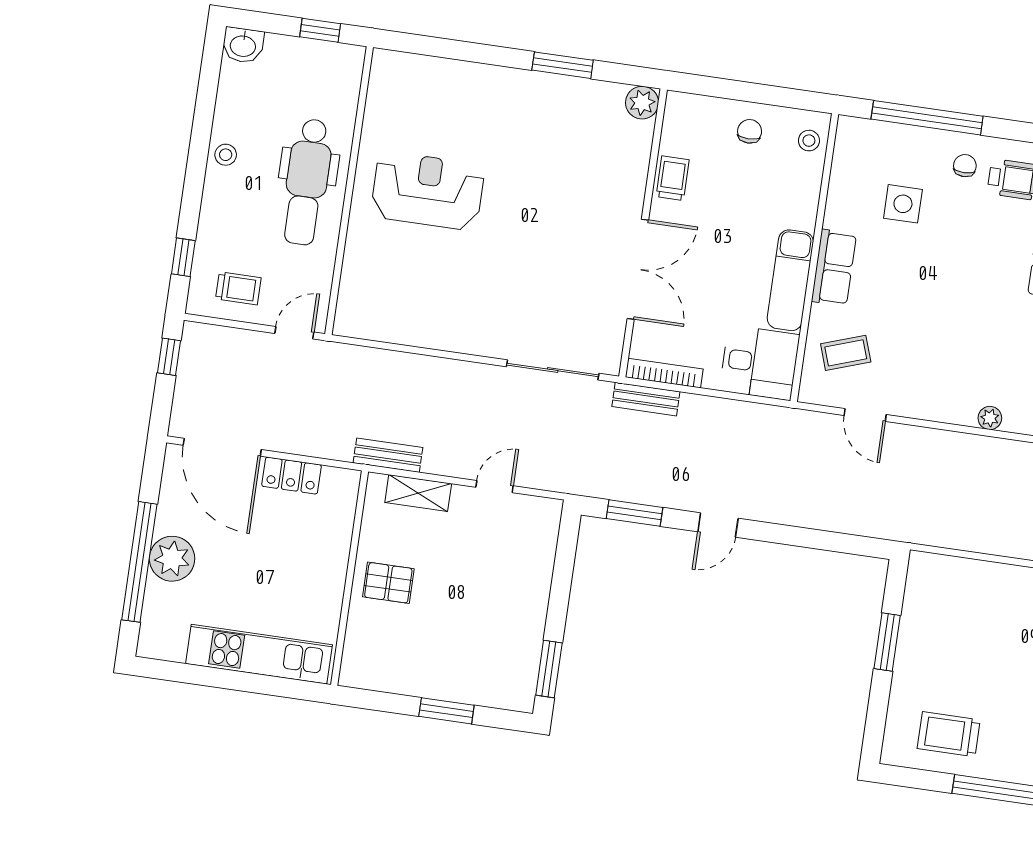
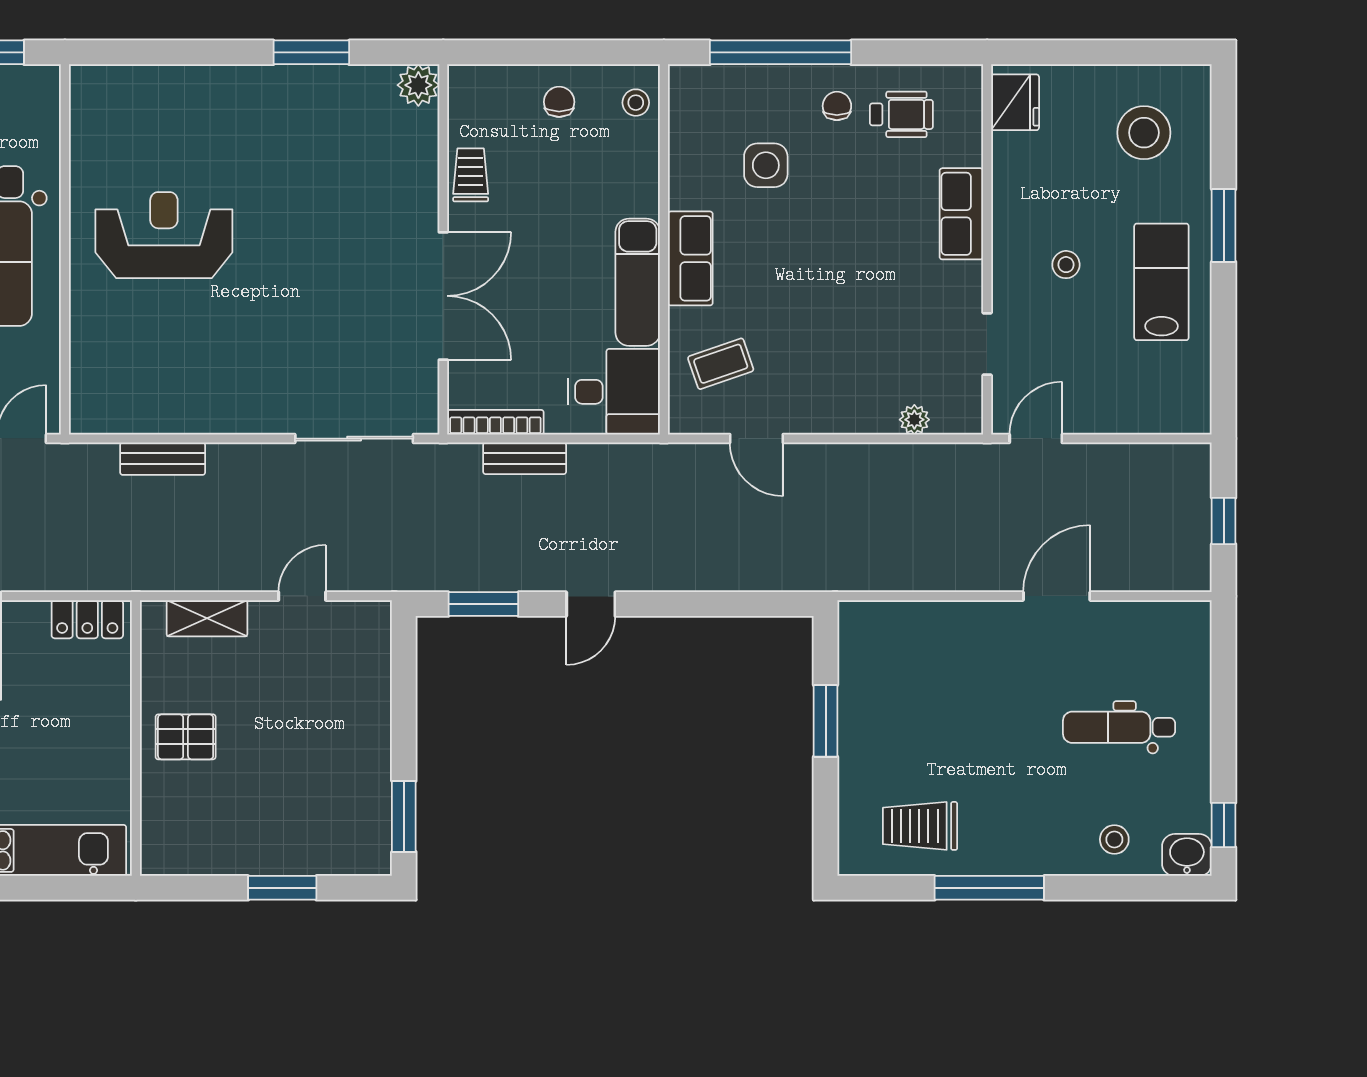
bench: (646, 399) -> (525, 458), moved
bench: (388, 455) -> (163, 459), moved
locker: (292, 476) -> (87, 619), moved

